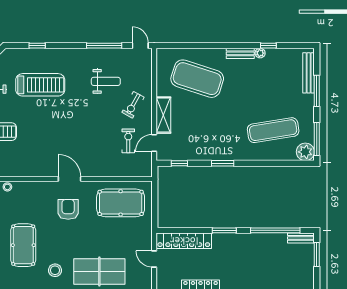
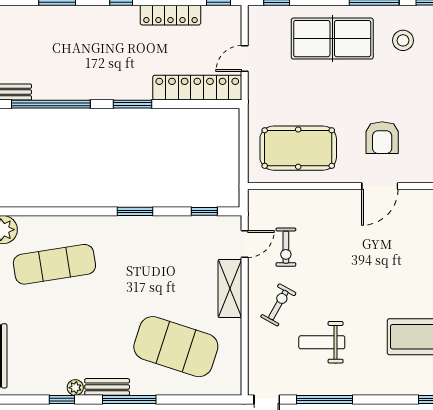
window: (226, 46) -> (129, 400), added
door: (70, 179) -> (380, 186), hinge flipped
door: (154, 259) -> (245, 58), swing flipped

